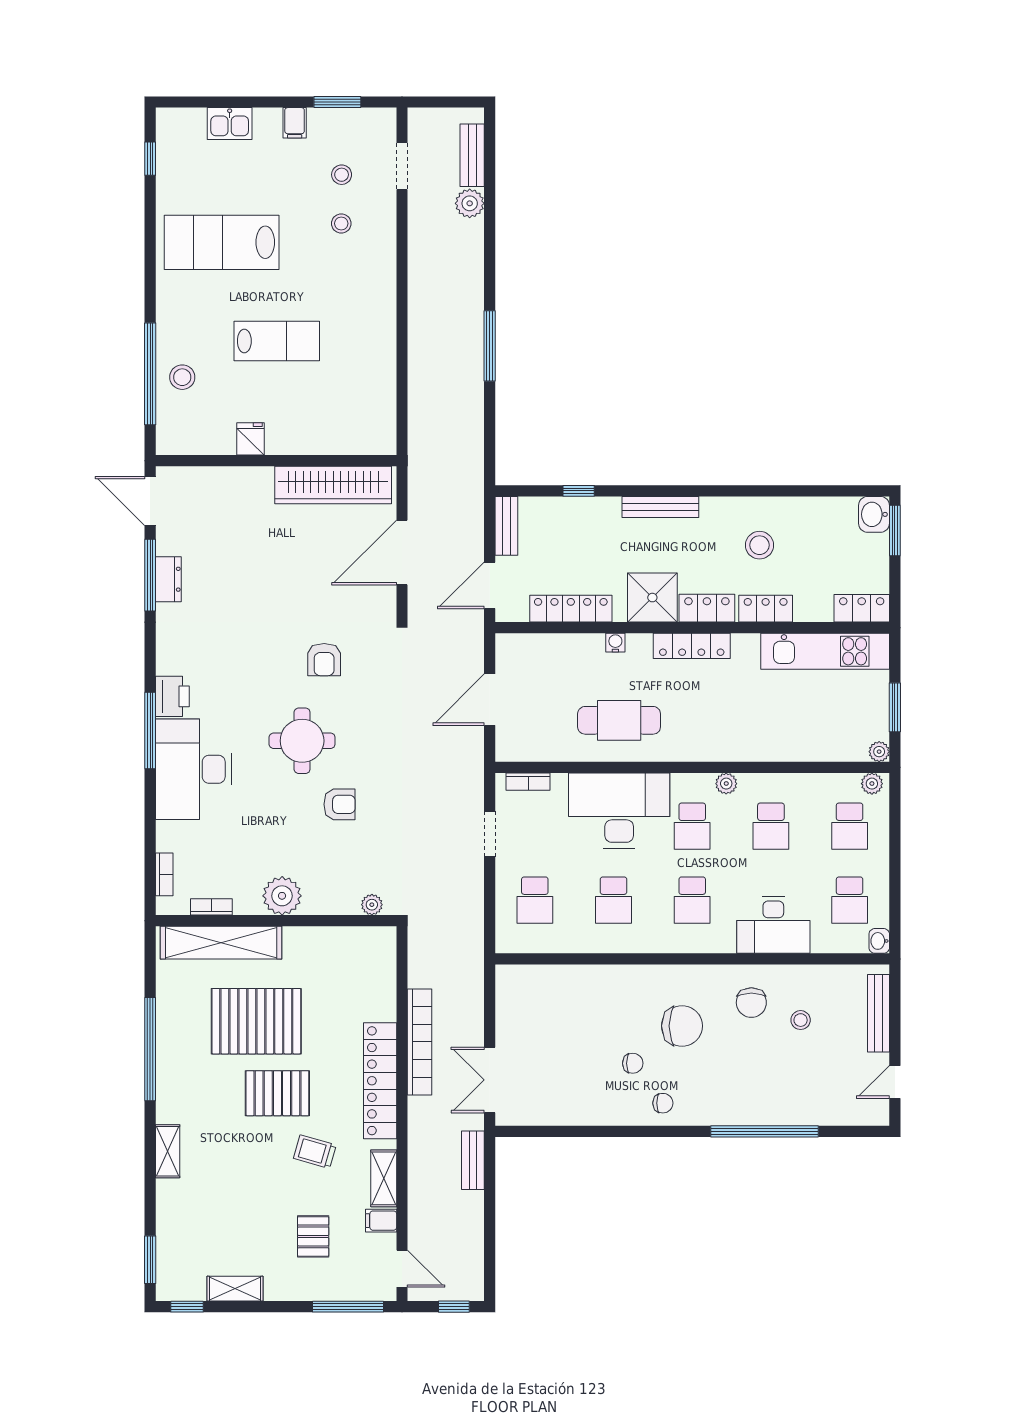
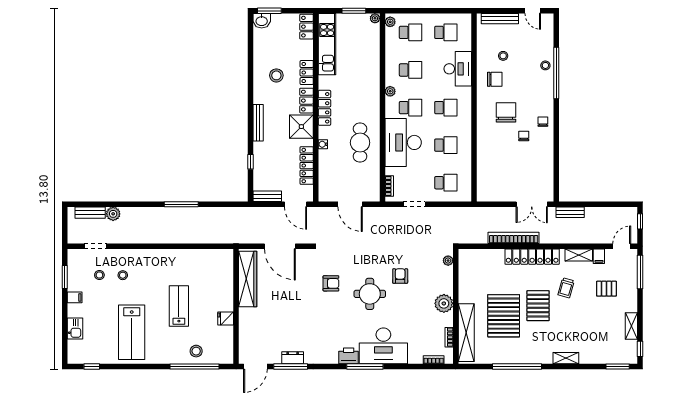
washbasin: (879, 941) -> (465, 18), removed
stool: (780, 1109) -> (545, 65), added

